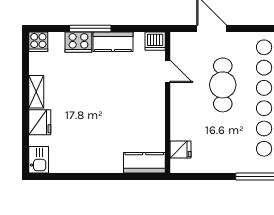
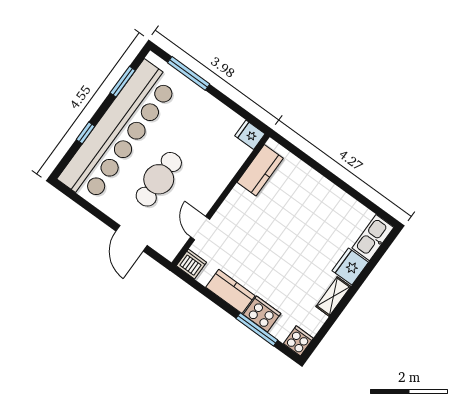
window: (90, 28) -> (257, 329), moved
fridge: (181, 150) -> (250, 135), moved
kitchen sink: (39, 160) -> (373, 238), width x1.38
kitchen counter: (144, 163) -> (260, 170), moved, turned -90

